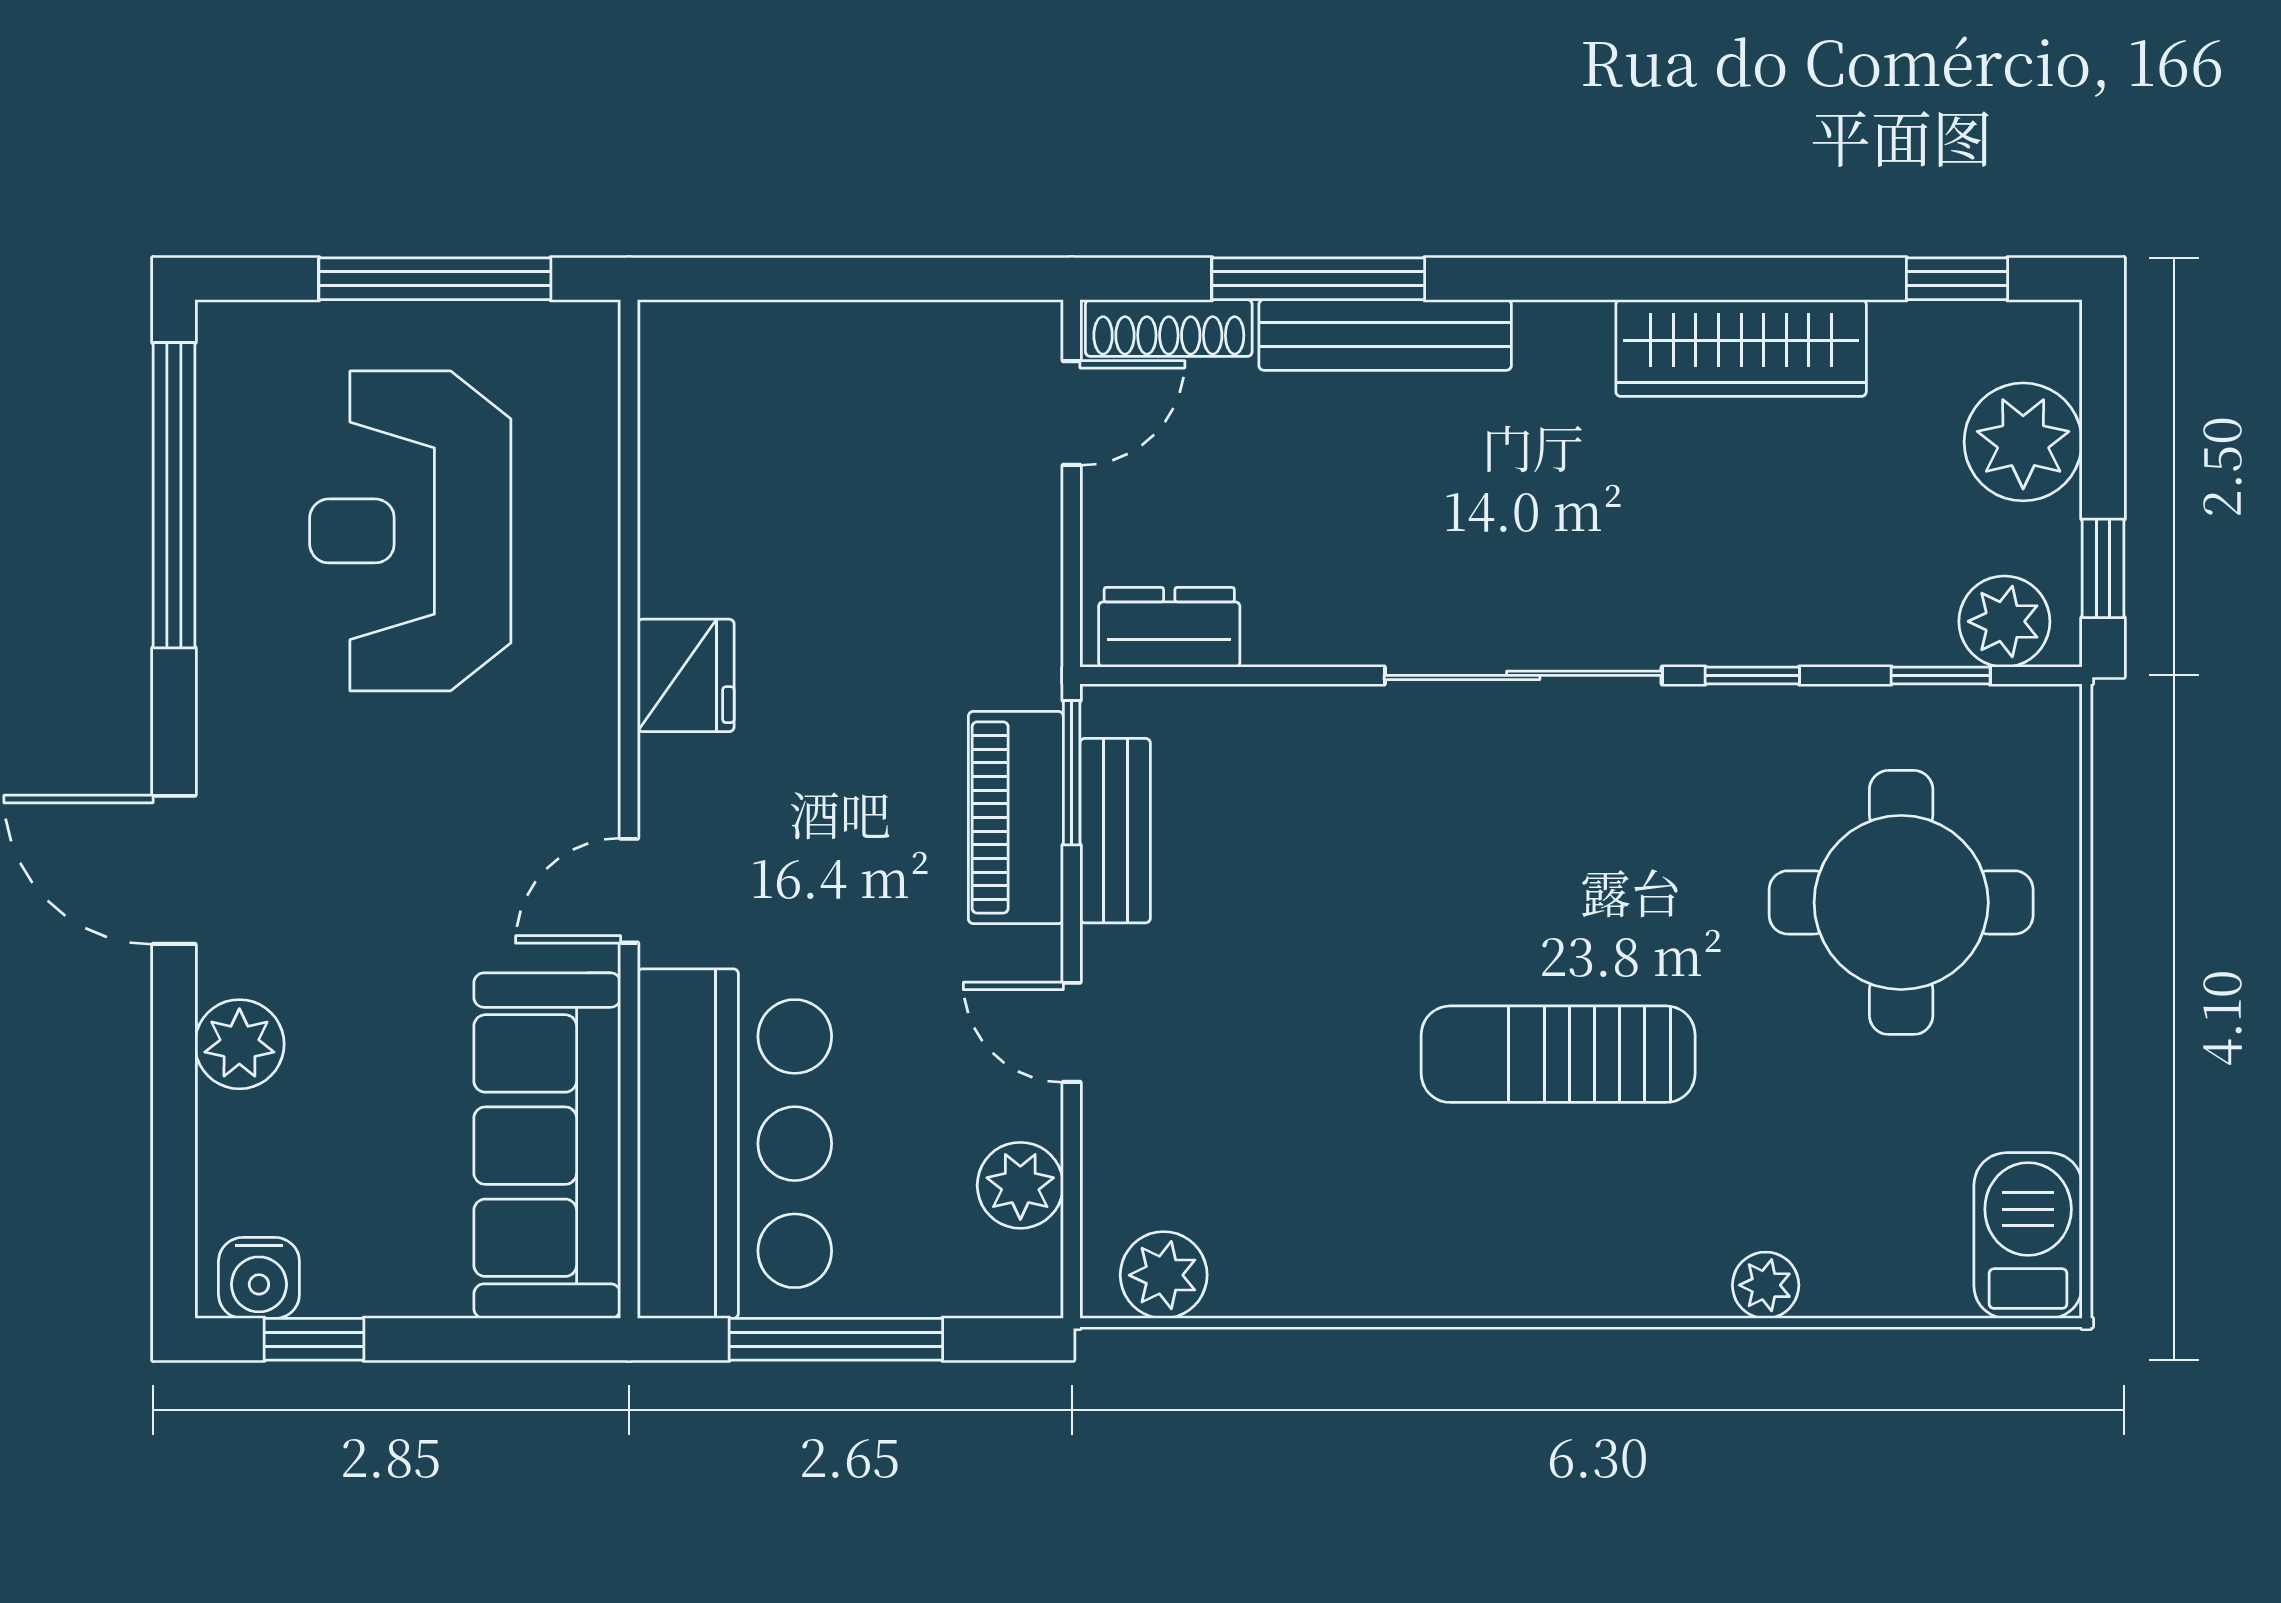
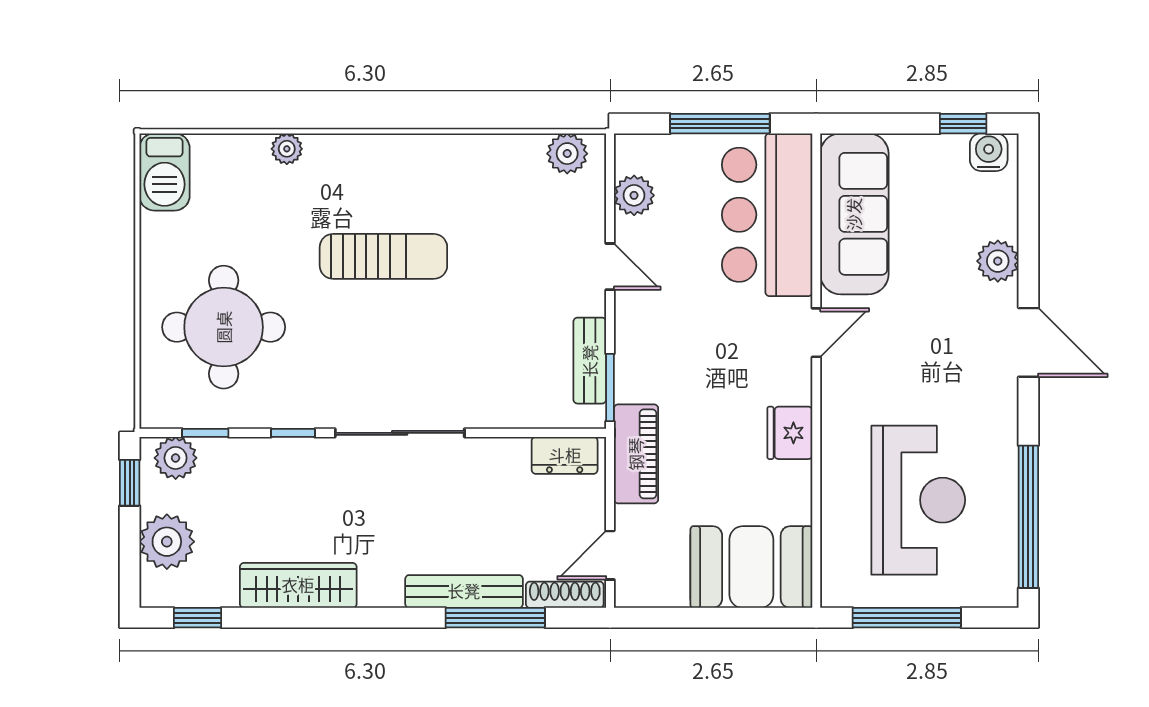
booth: (768, 387) -> (751, 567), added
piano: (1016, 817) -> (636, 454), moved

